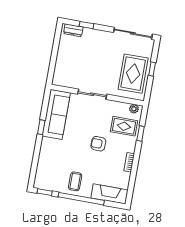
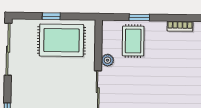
plant: (134, 109) -> (107, 60), moved
armchair: (98, 144) -> (162, 71), removed

